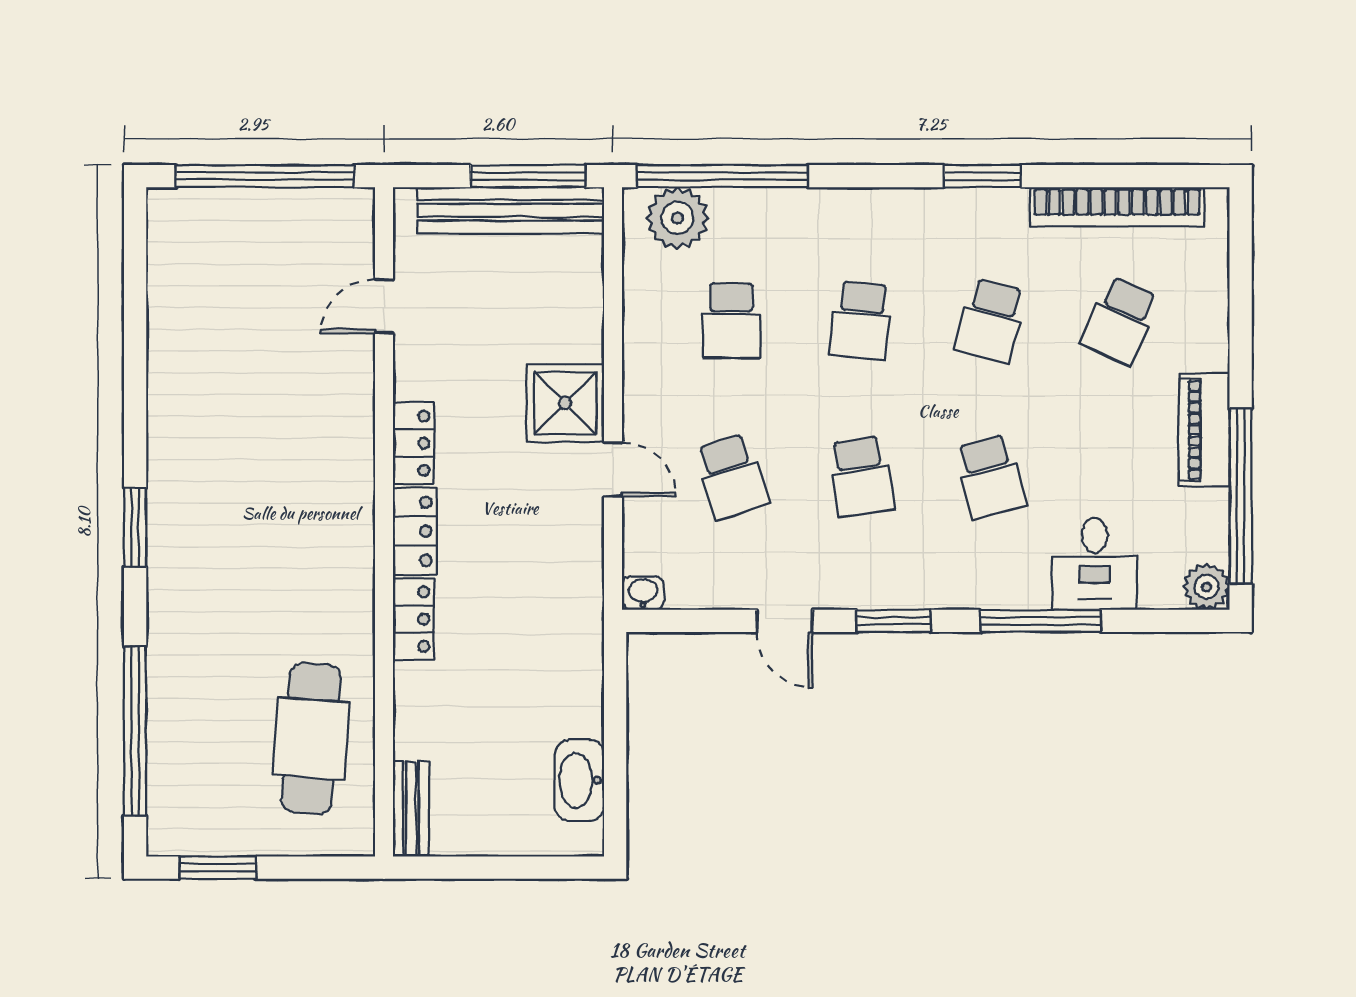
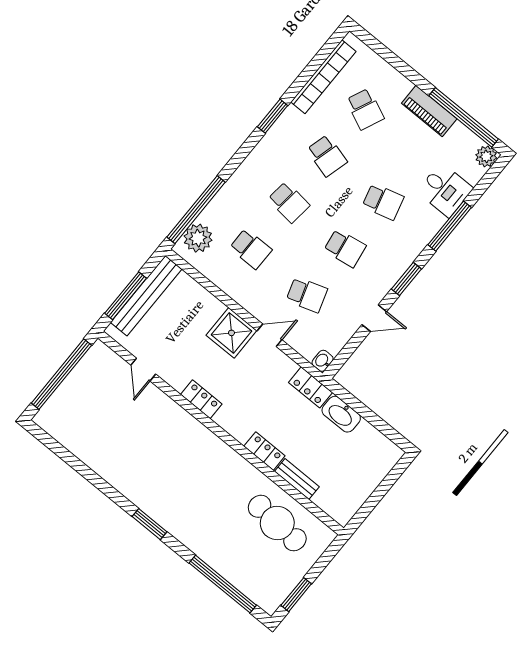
window: (528, 176) -> (126, 296), moved
locker: (415, 531) -> (311, 387), moved, turned 180
washbasin: (579, 780) -> (341, 414), moved
bench: (411, 809) -> (297, 479), moved

